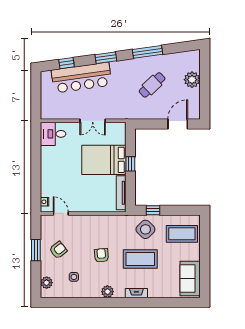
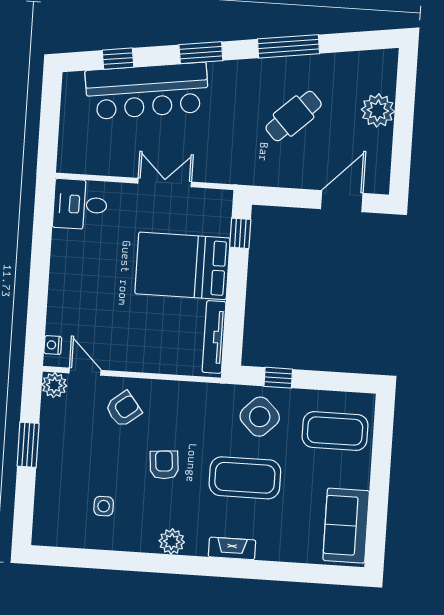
double door: (93, 121) -> (165, 183), swing flipped
window: (130, 164) -> (240, 233), moved
armchair: (58, 250) -> (123, 409), moved
plant: (47, 283) -> (54, 385), moved

